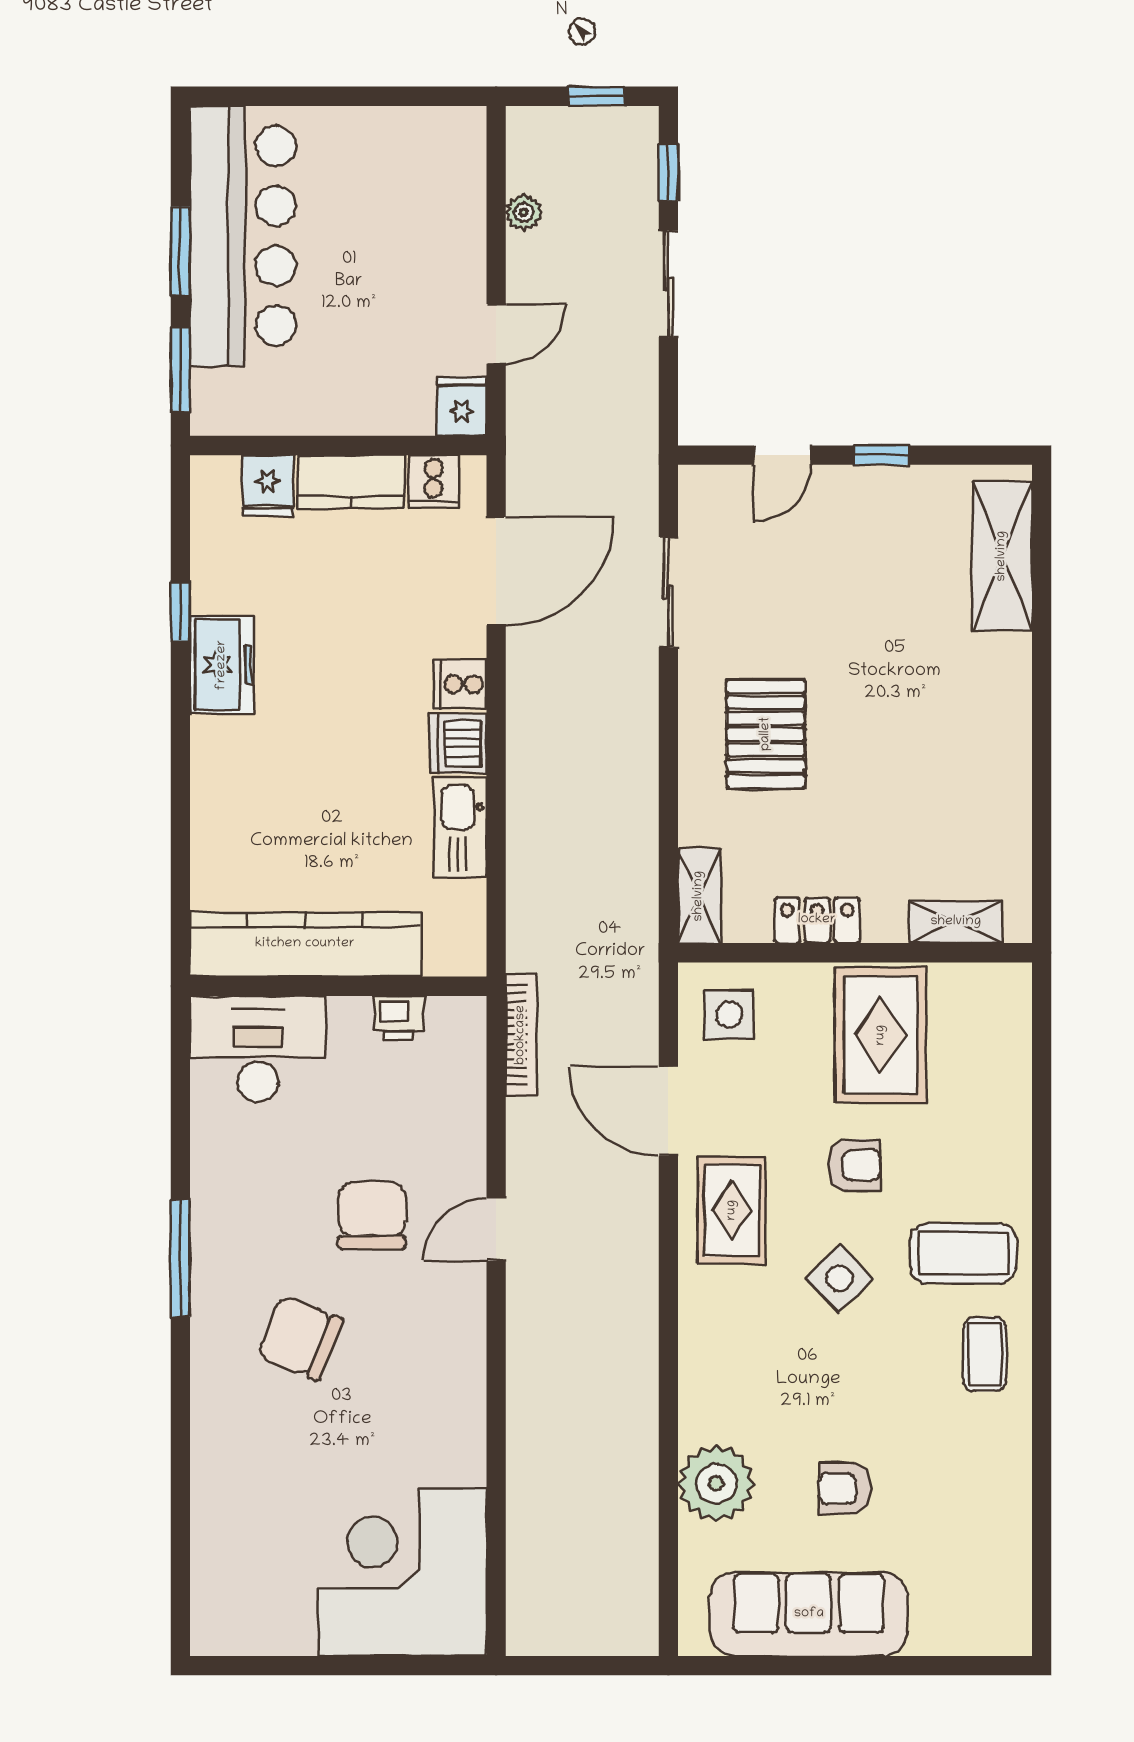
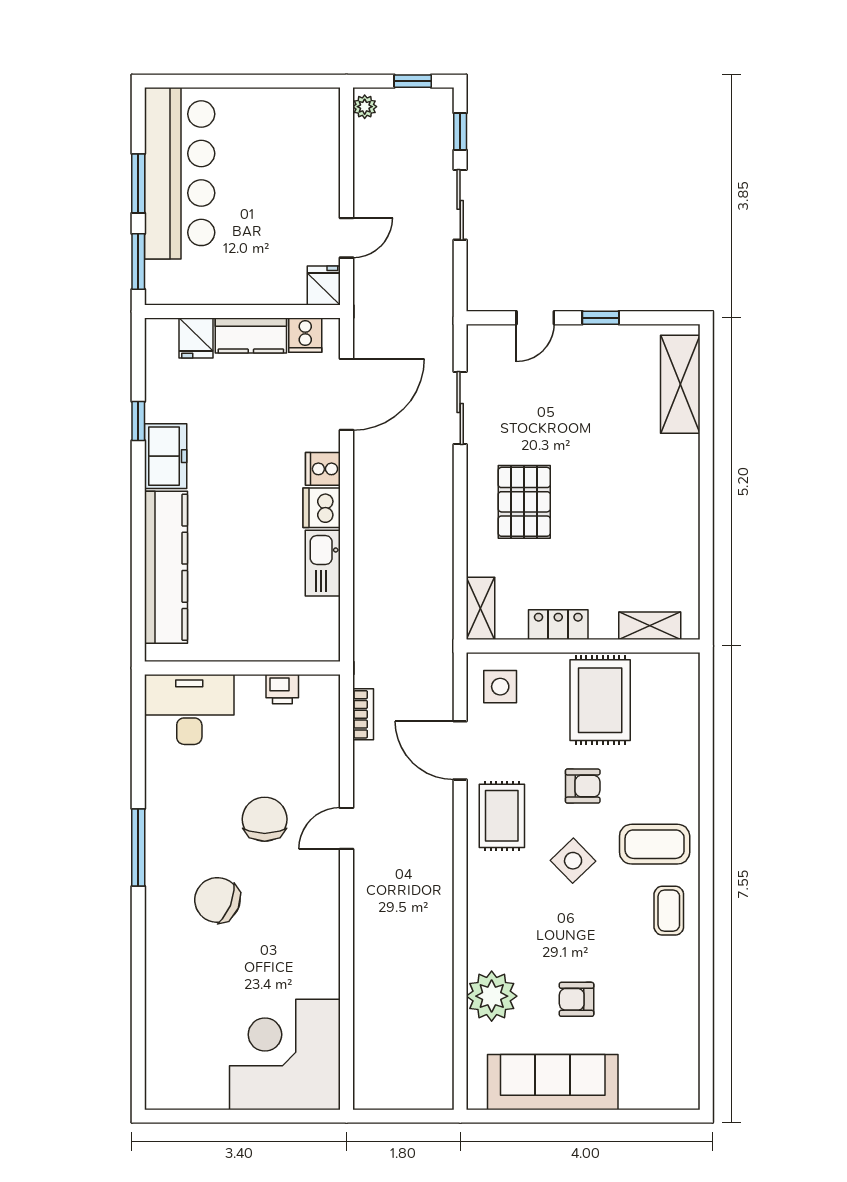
plant: (524, 212) -> (365, 107), moved
kitchen counter: (305, 944) -> (166, 567), moved, turned 90
bookcase: (521, 1035) -> (363, 714), width x0.64

